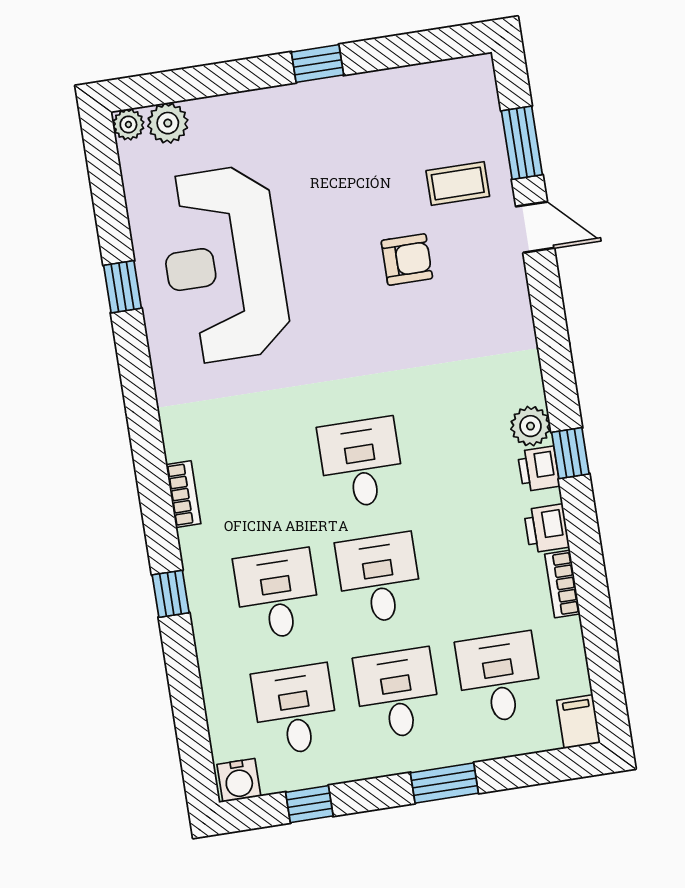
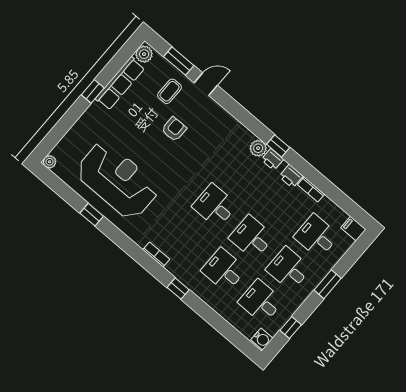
row of seats: (380, 91) -> (120, 83), added
plant: (168, 123) -> (144, 54), moved
reception desk: (223, 264) -> (117, 180), turned 180
bookcase: (183, 494) -> (156, 255), moved
window: (171, 594) -> (178, 289), moved

